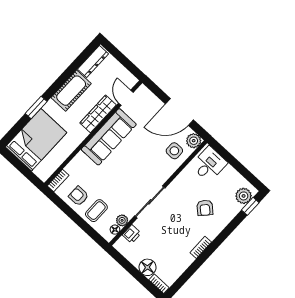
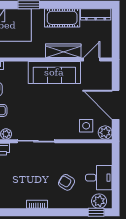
desk: (209, 164) -> (99, 178), moved
armchair: (205, 208) -> (67, 182), turned 80

